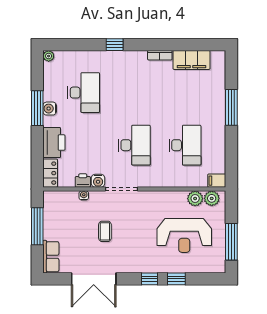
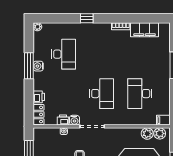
printer: (54, 143) -> (39, 97), width x0.53, depth x0.68
desk: (185, 145) -> (140, 94), turned 180

